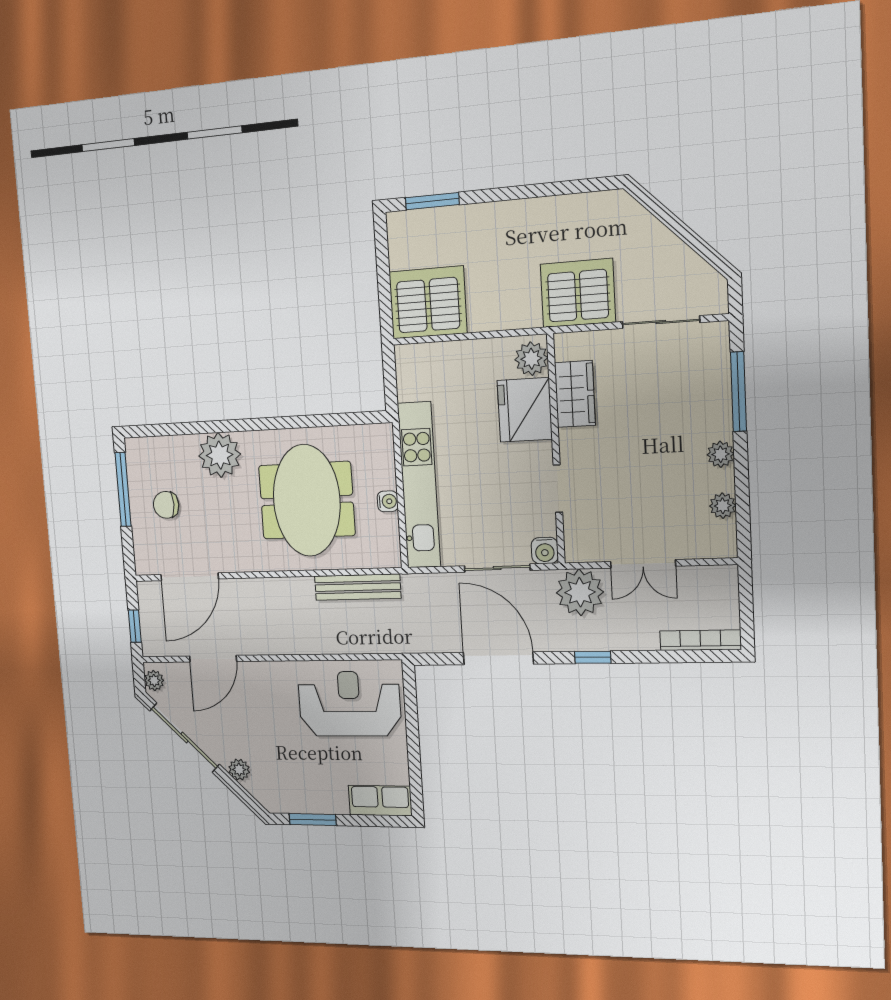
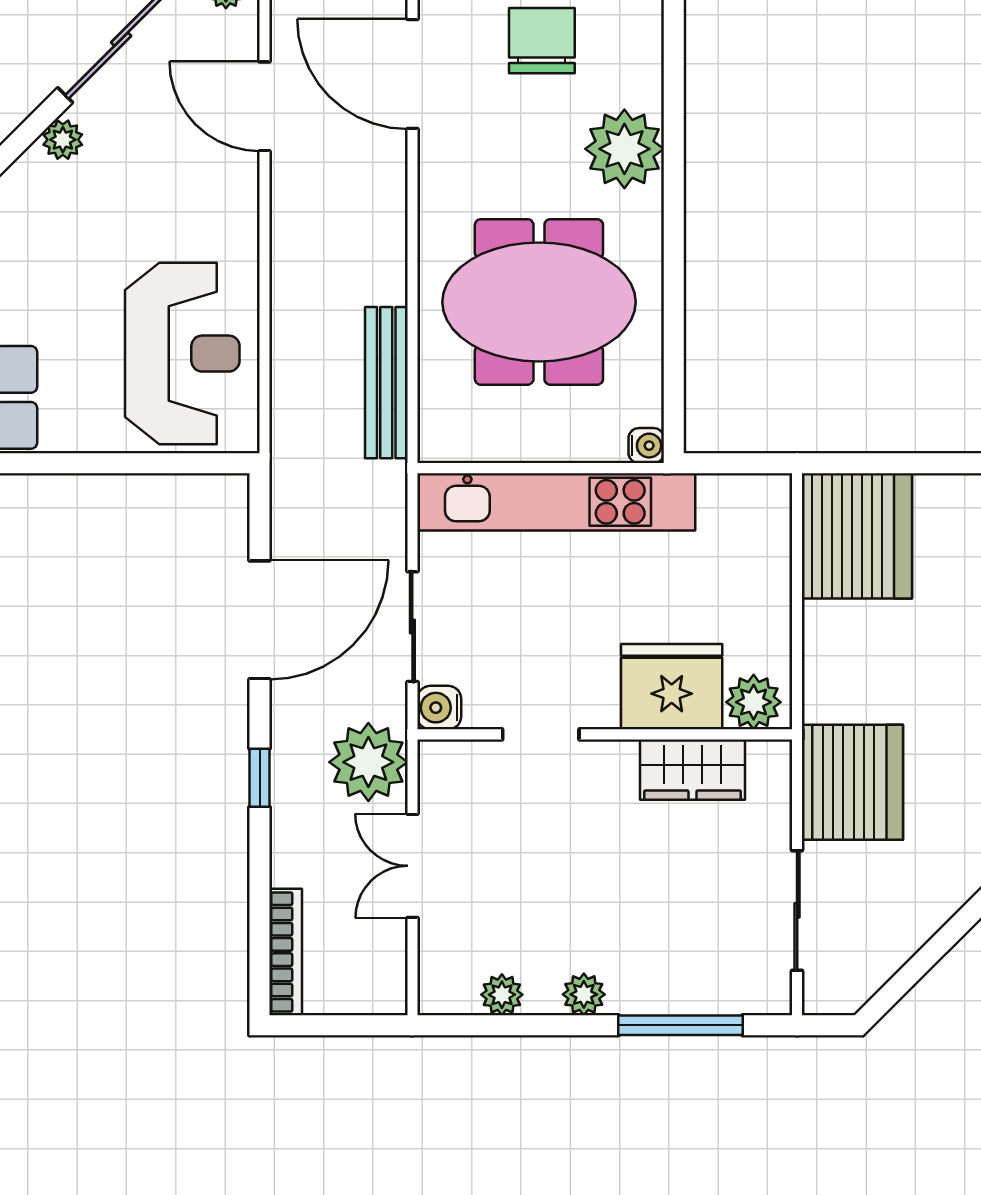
water cooler: (388, 501) -> (646, 446), moved, turned -90
chair: (166, 505) -> (542, 41), width x1.37, depth x1.37

